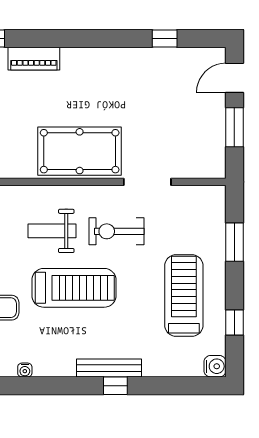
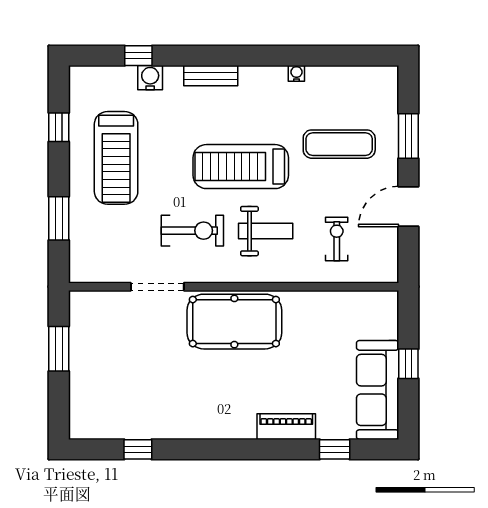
door: (234, 78) -> (59, 405), removed
water cooler: (215, 366) -> (150, 78), moved, turned 90
bench: (109, 368) -> (211, 76), width x0.73
window: (115, 386) -> (138, 56), moved

